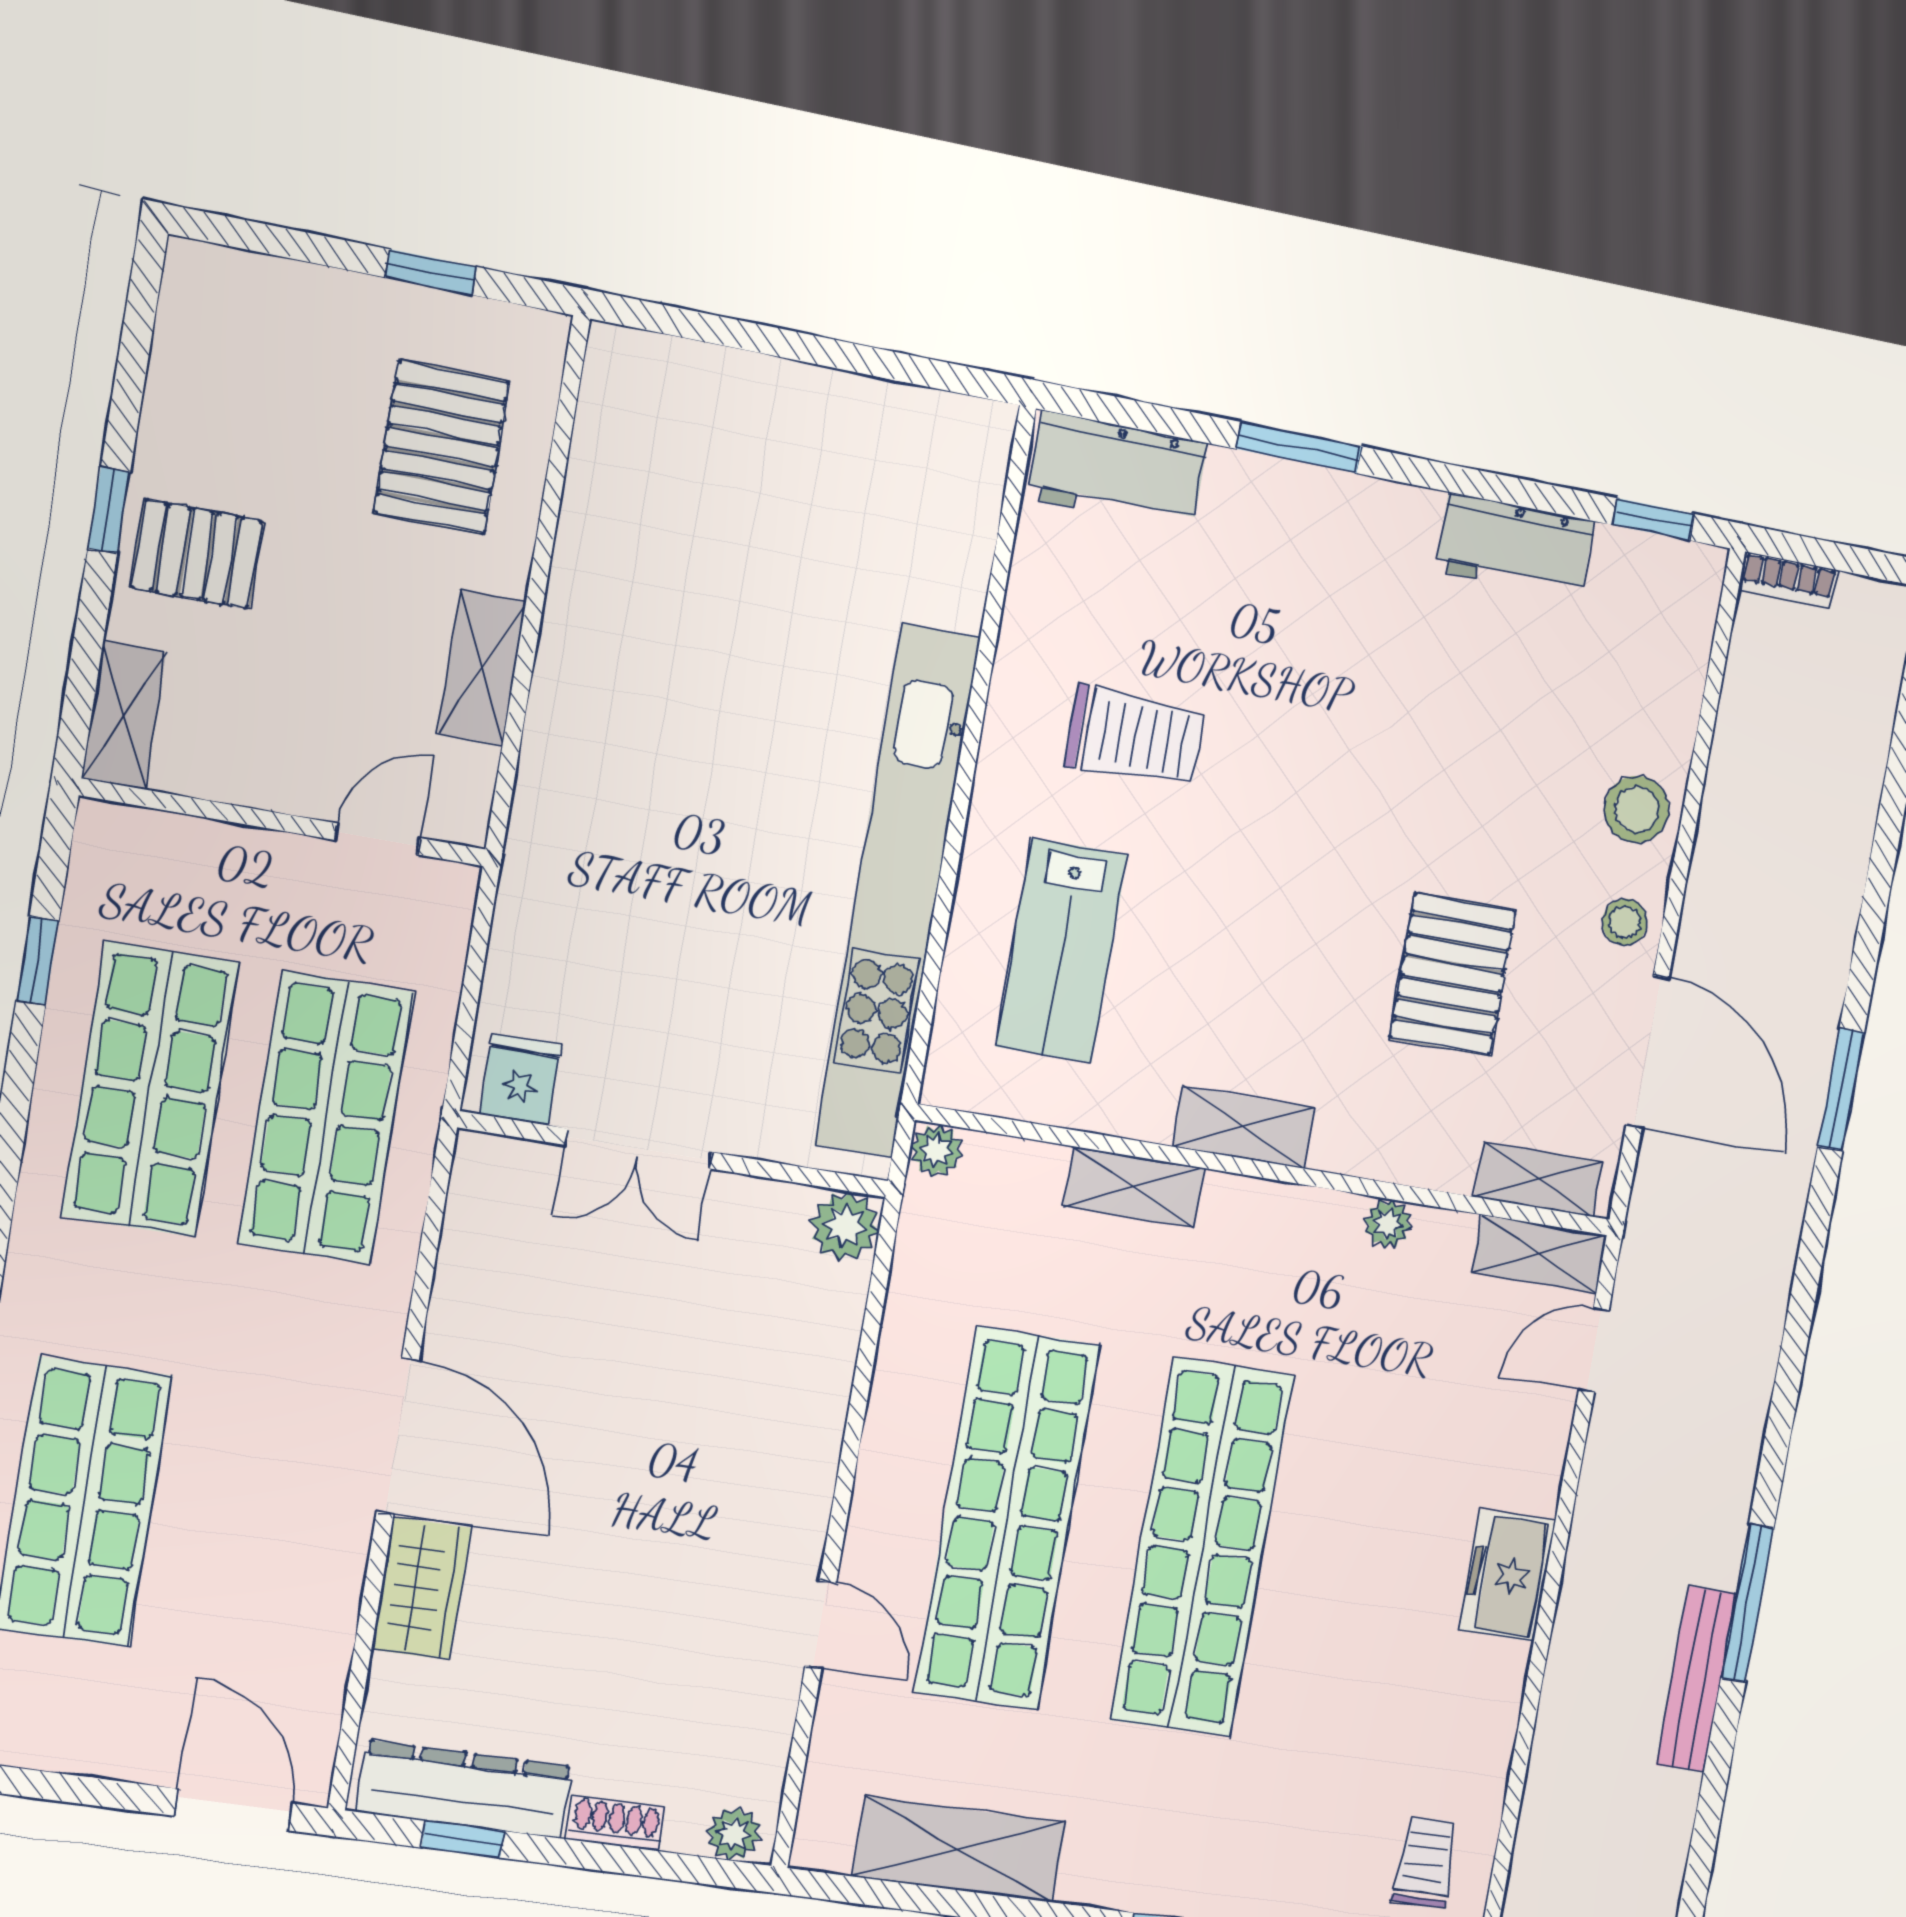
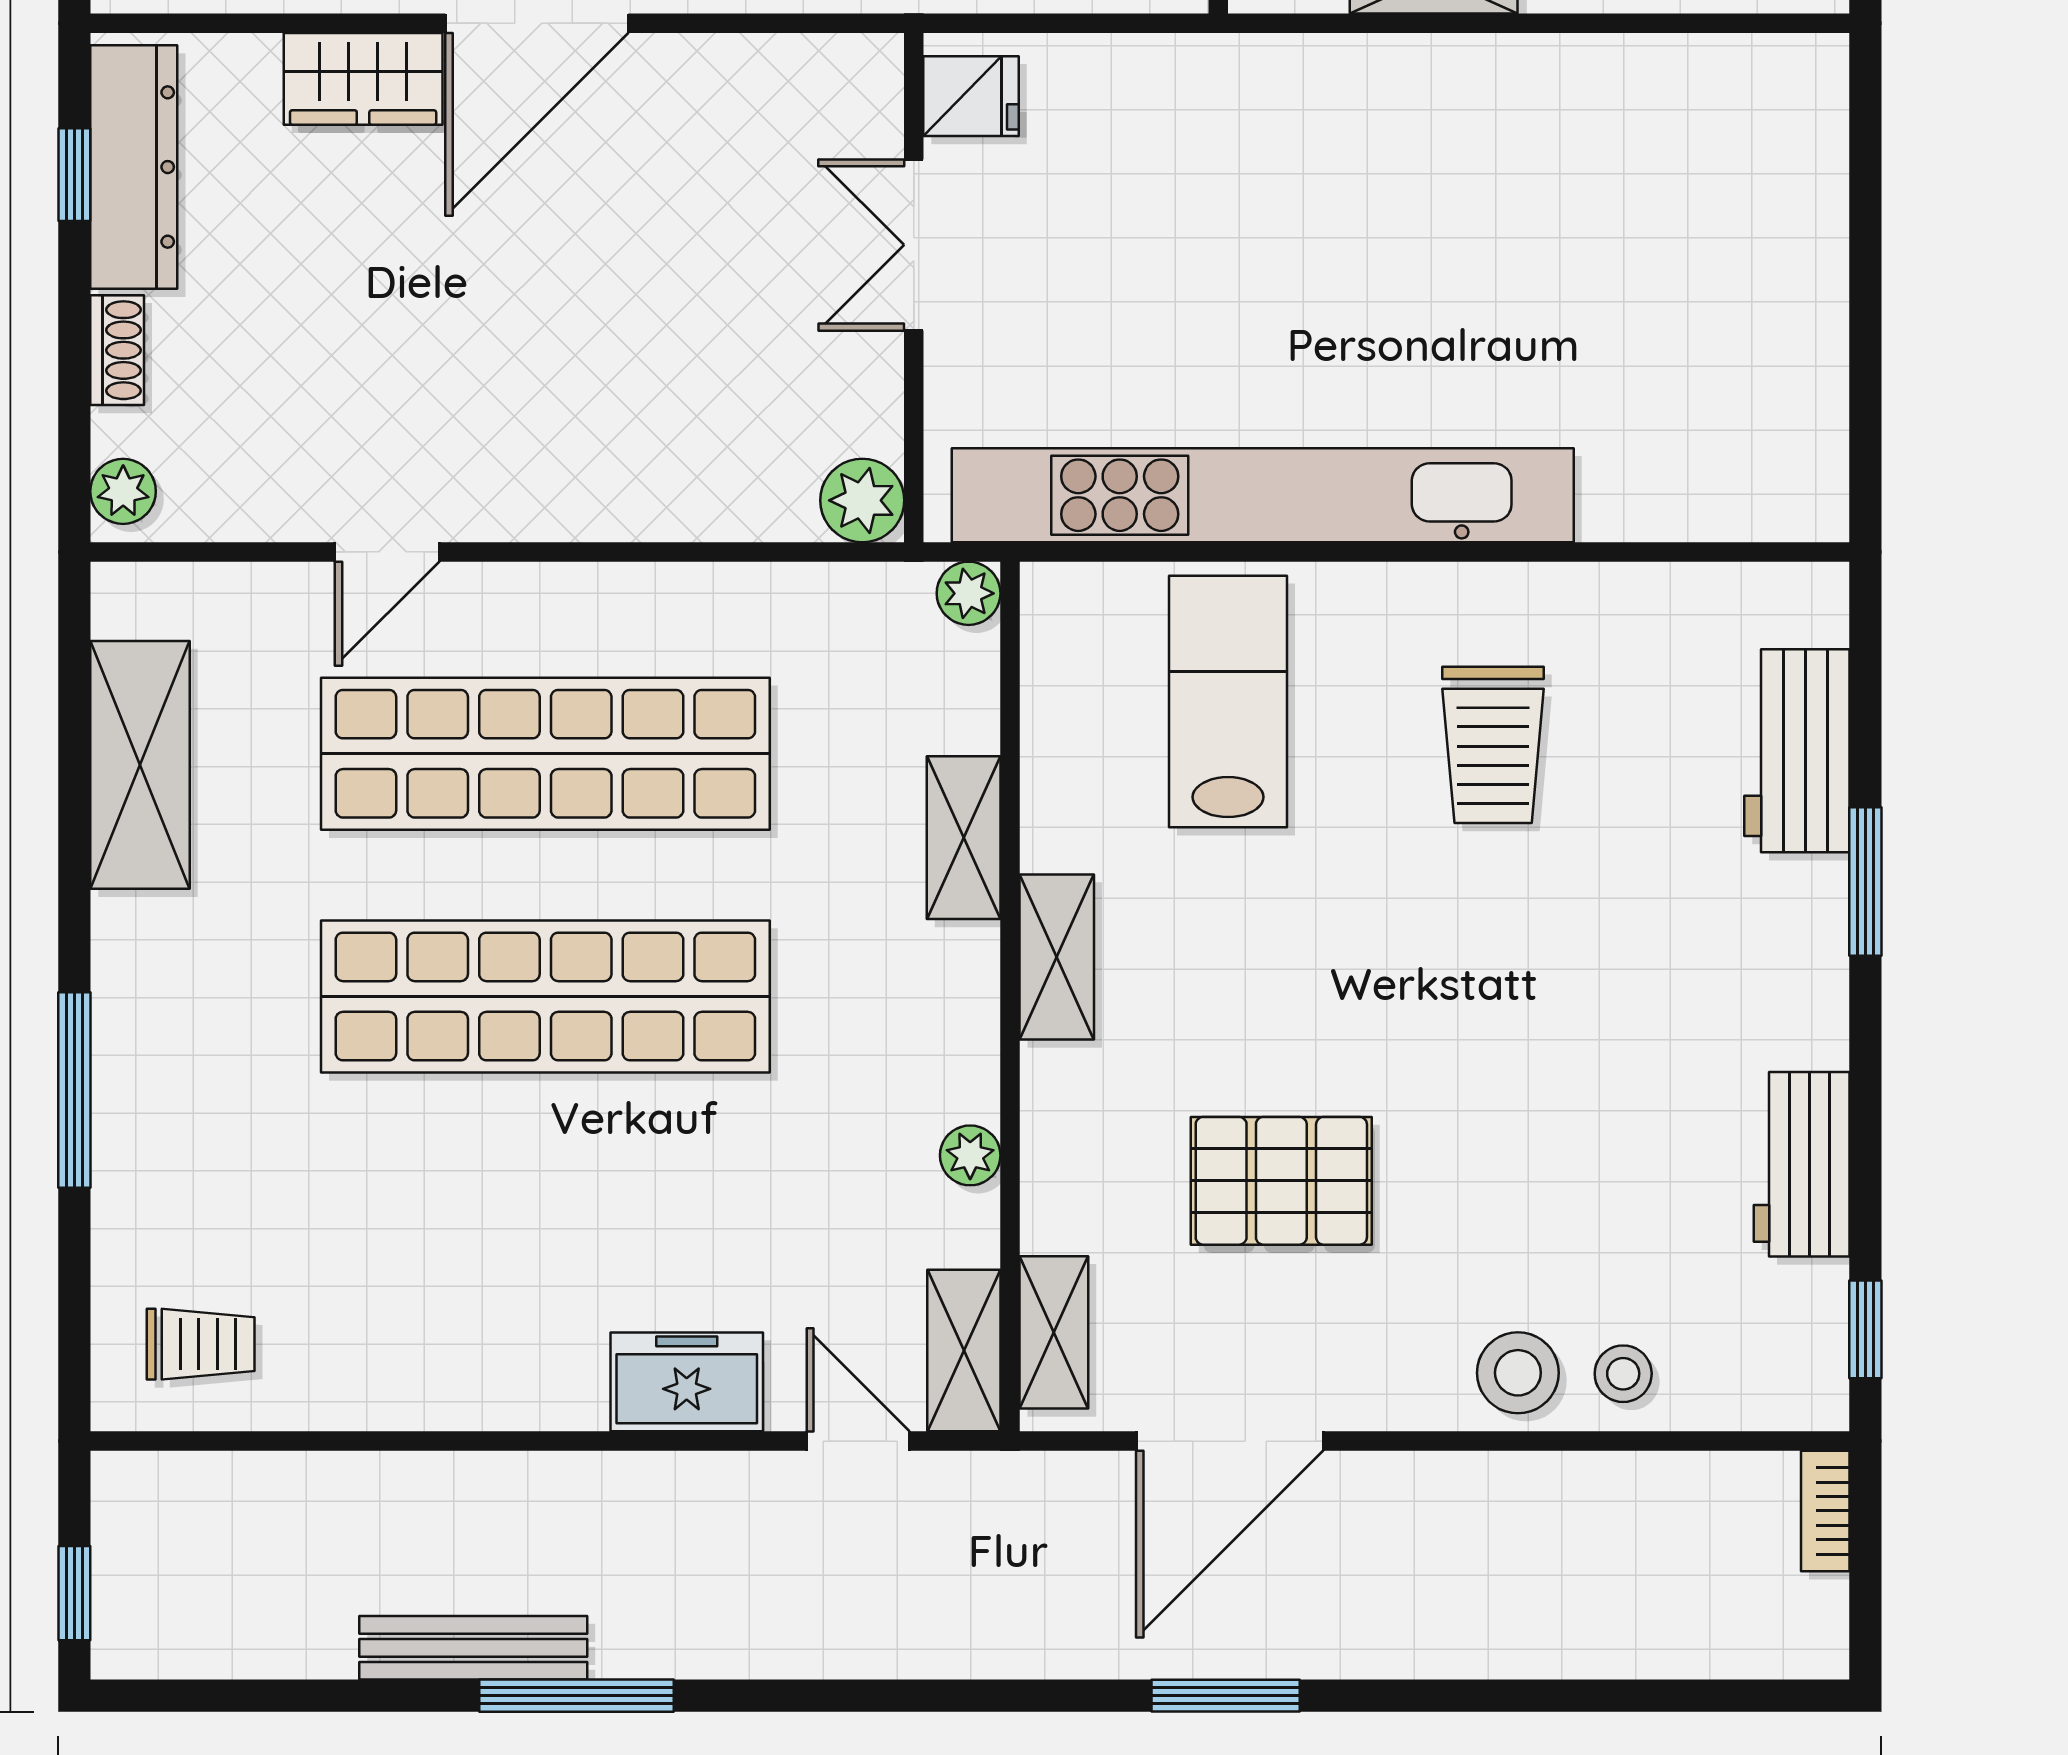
workbench: (1117, 471) -> (1797, 751), moved
stool: (1625, 922) -> (1623, 1374), moved
lab bench: (1062, 950) -> (1228, 701), turned 90
freezer: (1507, 1575) -> (687, 1382), moved

